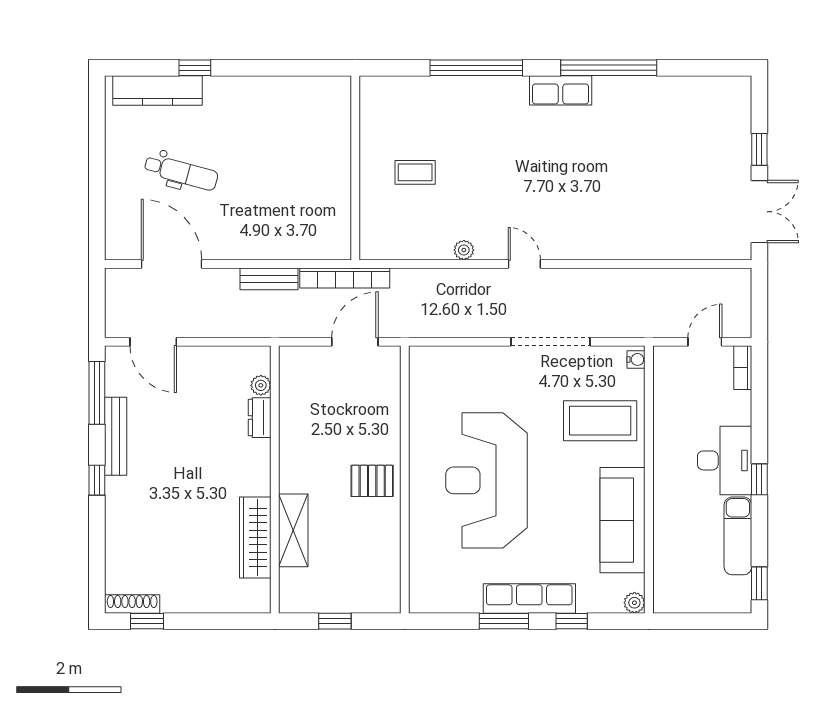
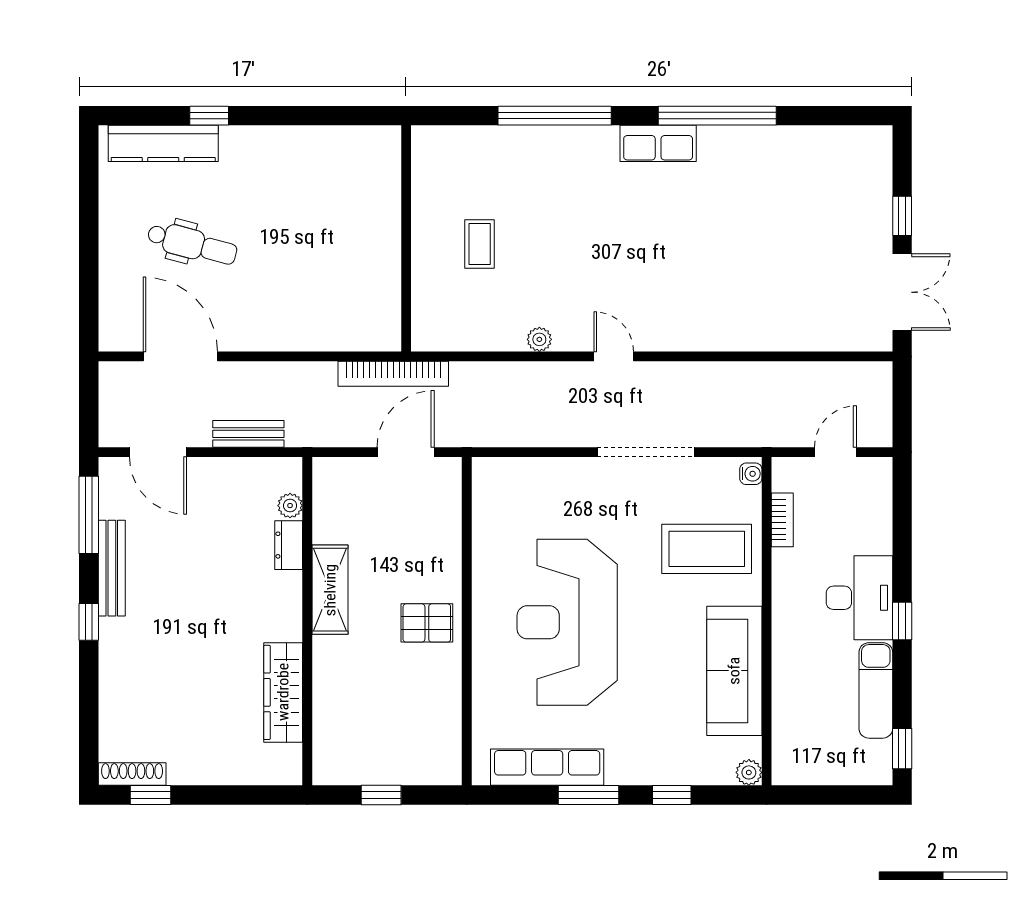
coffee table: (415, 172) -> (480, 244), turned 90
bench: (269, 279) -> (248, 434), moved
bookcase: (743, 368) -> (782, 520), moved, turned 180
shelving: (293, 530) -> (330, 590), moved
row of seats: (529, 598) -> (547, 767), moved

